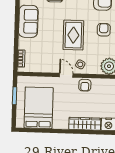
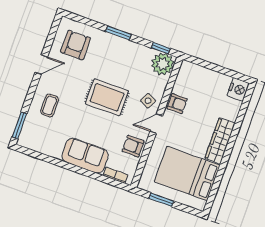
sofa: (28, 21) -> (85, 156), moved
armchair: (104, 30) -> (133, 146), moved
wardrobe: (85, 124) -> (220, 141), moved

